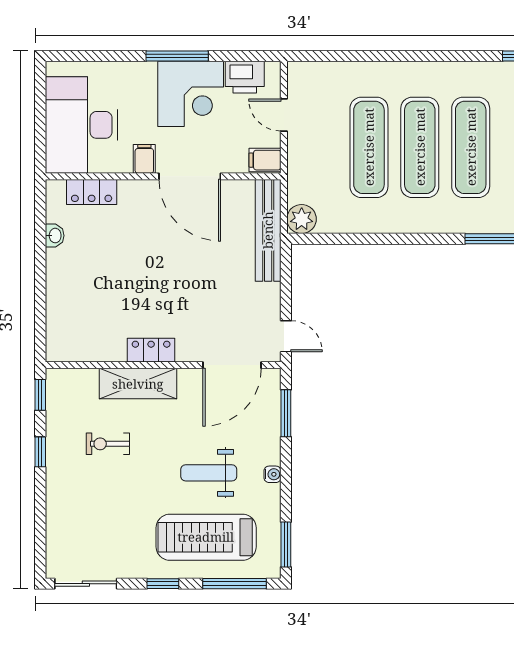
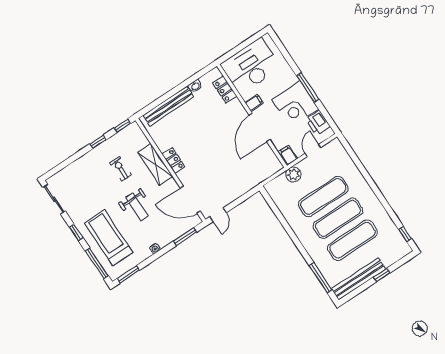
plant: (302, 219) -> (293, 174), moved
bench: (268, 230) -> (168, 106), moved
weight bench: (209, 473) -> (137, 207), moved, turned 180

